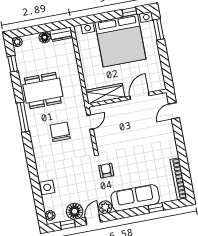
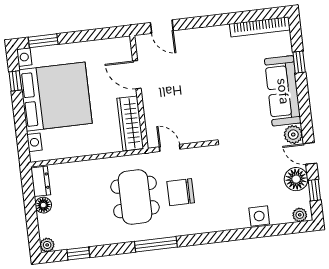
dining table: (43, 91) -> (135, 197), moved
armchair: (106, 171) -> (241, 130), removed

